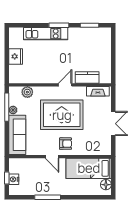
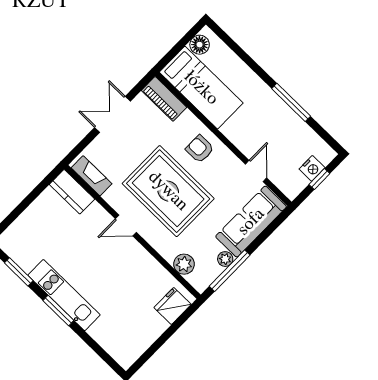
kitchen unit: (46, 34) -> (64, 295), moved
fridge: (16, 56) -> (173, 306), moved
kitchen counter: (87, 77) -> (72, 192), moved
piano: (99, 150) -> (164, 99), added
door: (52, 157) -> (256, 171), moved

